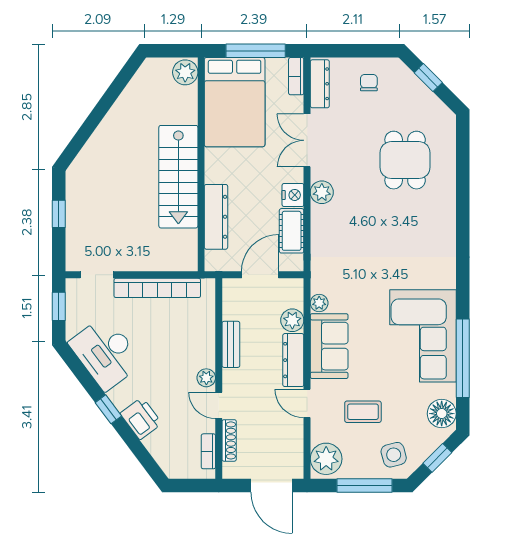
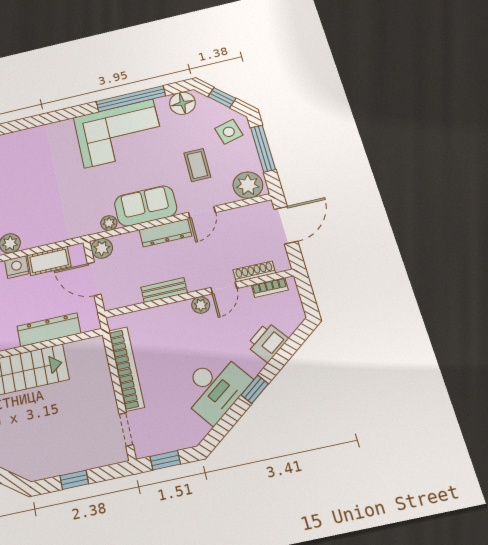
plant: (292, 320) -> (102, 248), moved
desk: (106, 353) -> (214, 387), moved
printer: (141, 418) -> (267, 342), moved

